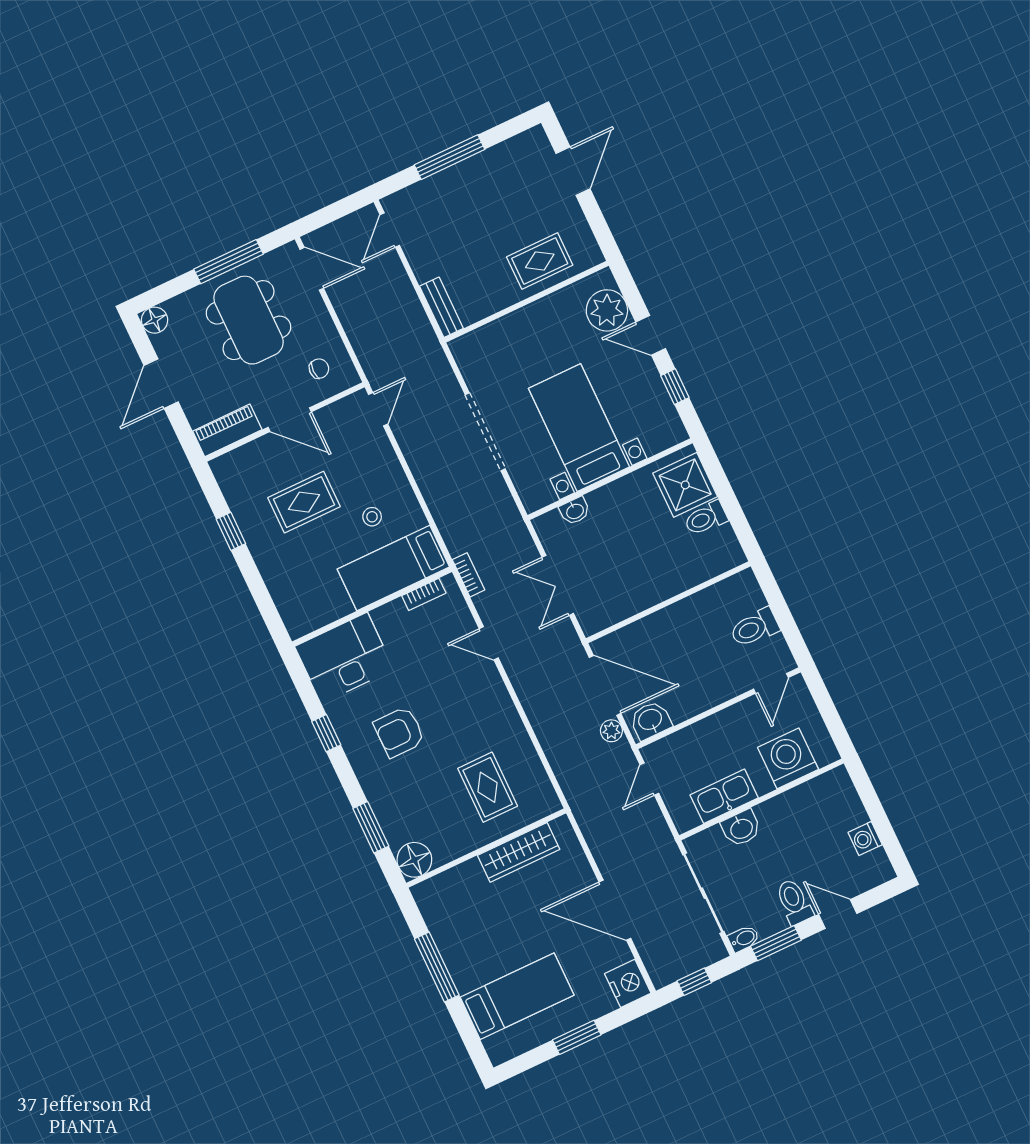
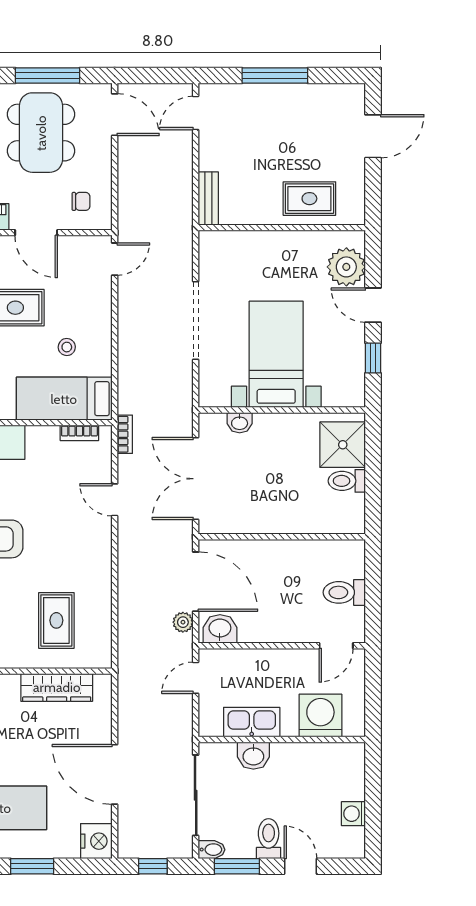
double door: (558, 585) -> (196, 479), width x1.37

